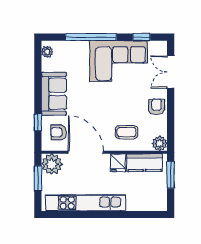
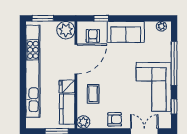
window: (38, 178) -> (43, 18), moved
kitchen unit: (85, 203) -> (33, 71), width x1.36

